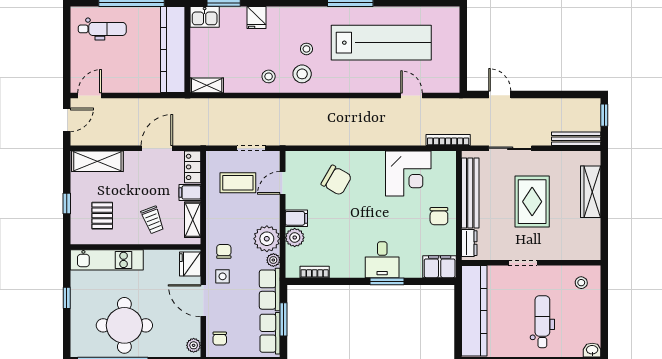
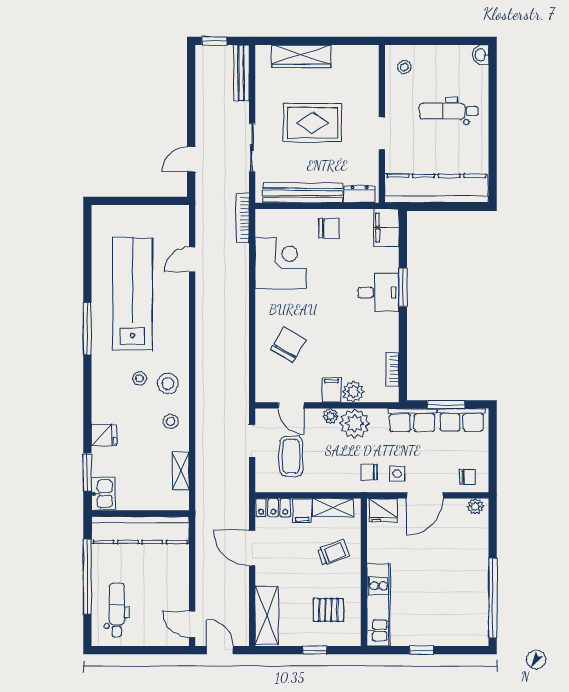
shelving: (207, 85) -> (181, 471), moved
plant: (273, 260) -> (330, 416), moved
round table: (124, 325) -> (453, 585), removed

